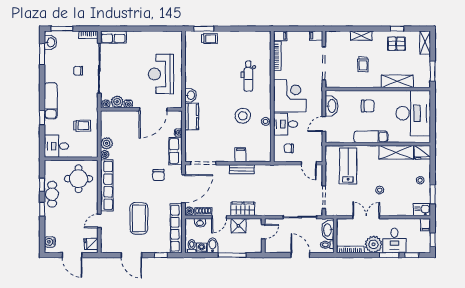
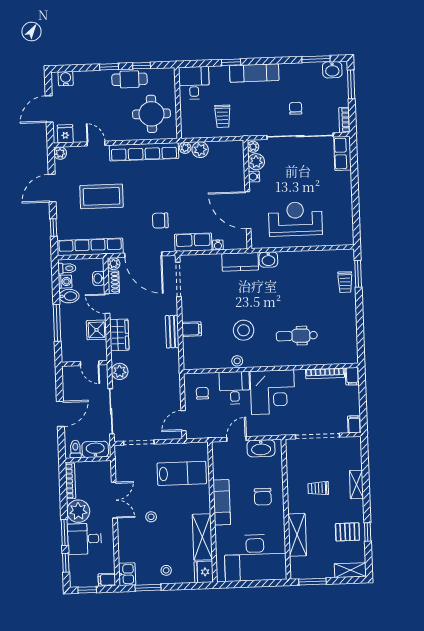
pallet: (396, 44) -> (347, 532), turned 90
door: (324, 124) -> (237, 439), hinge flipped
plant: (270, 210) -> (120, 371), added
plant: (105, 248) -> (60, 153), added

